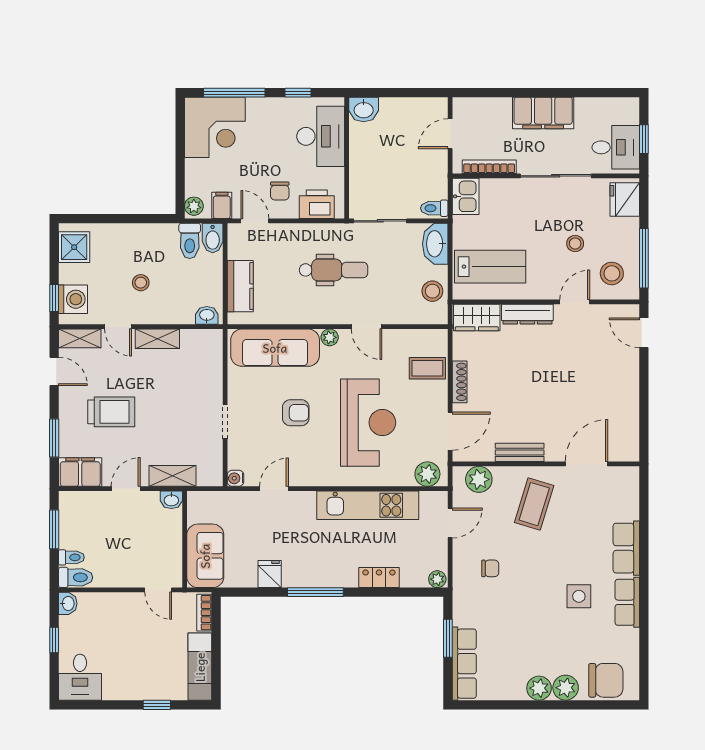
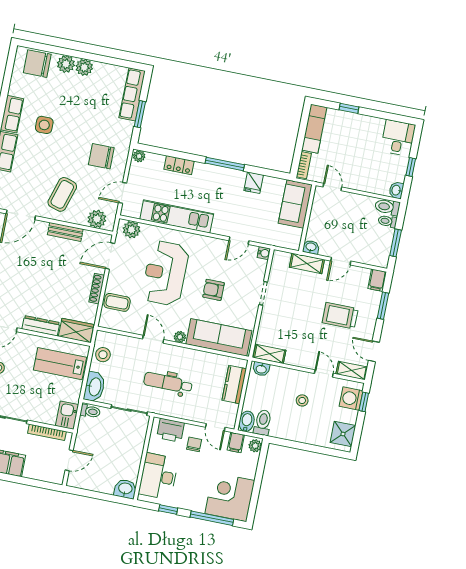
shelving: (157, 339) -> (270, 354), moved
filing cabinet: (80, 472) -> (377, 280), width x0.50
chair: (490, 568) -> (101, 156), width x1.87, depth x1.87

